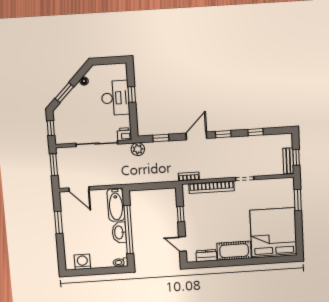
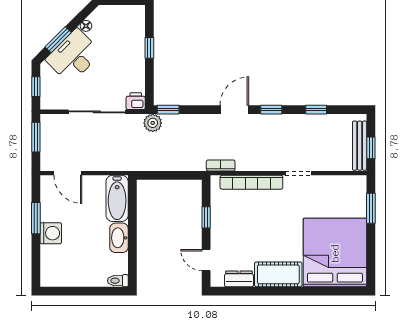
desk: (115, 98) -> (74, 56), moved, turned -135
window: (161, 138) -> (168, 110), moved
bench: (288, 161) -> (360, 146), width x1.36
window: (129, 230) -> (132, 235), removed
washing machine: (82, 262) -> (51, 233), moved, turned 90

